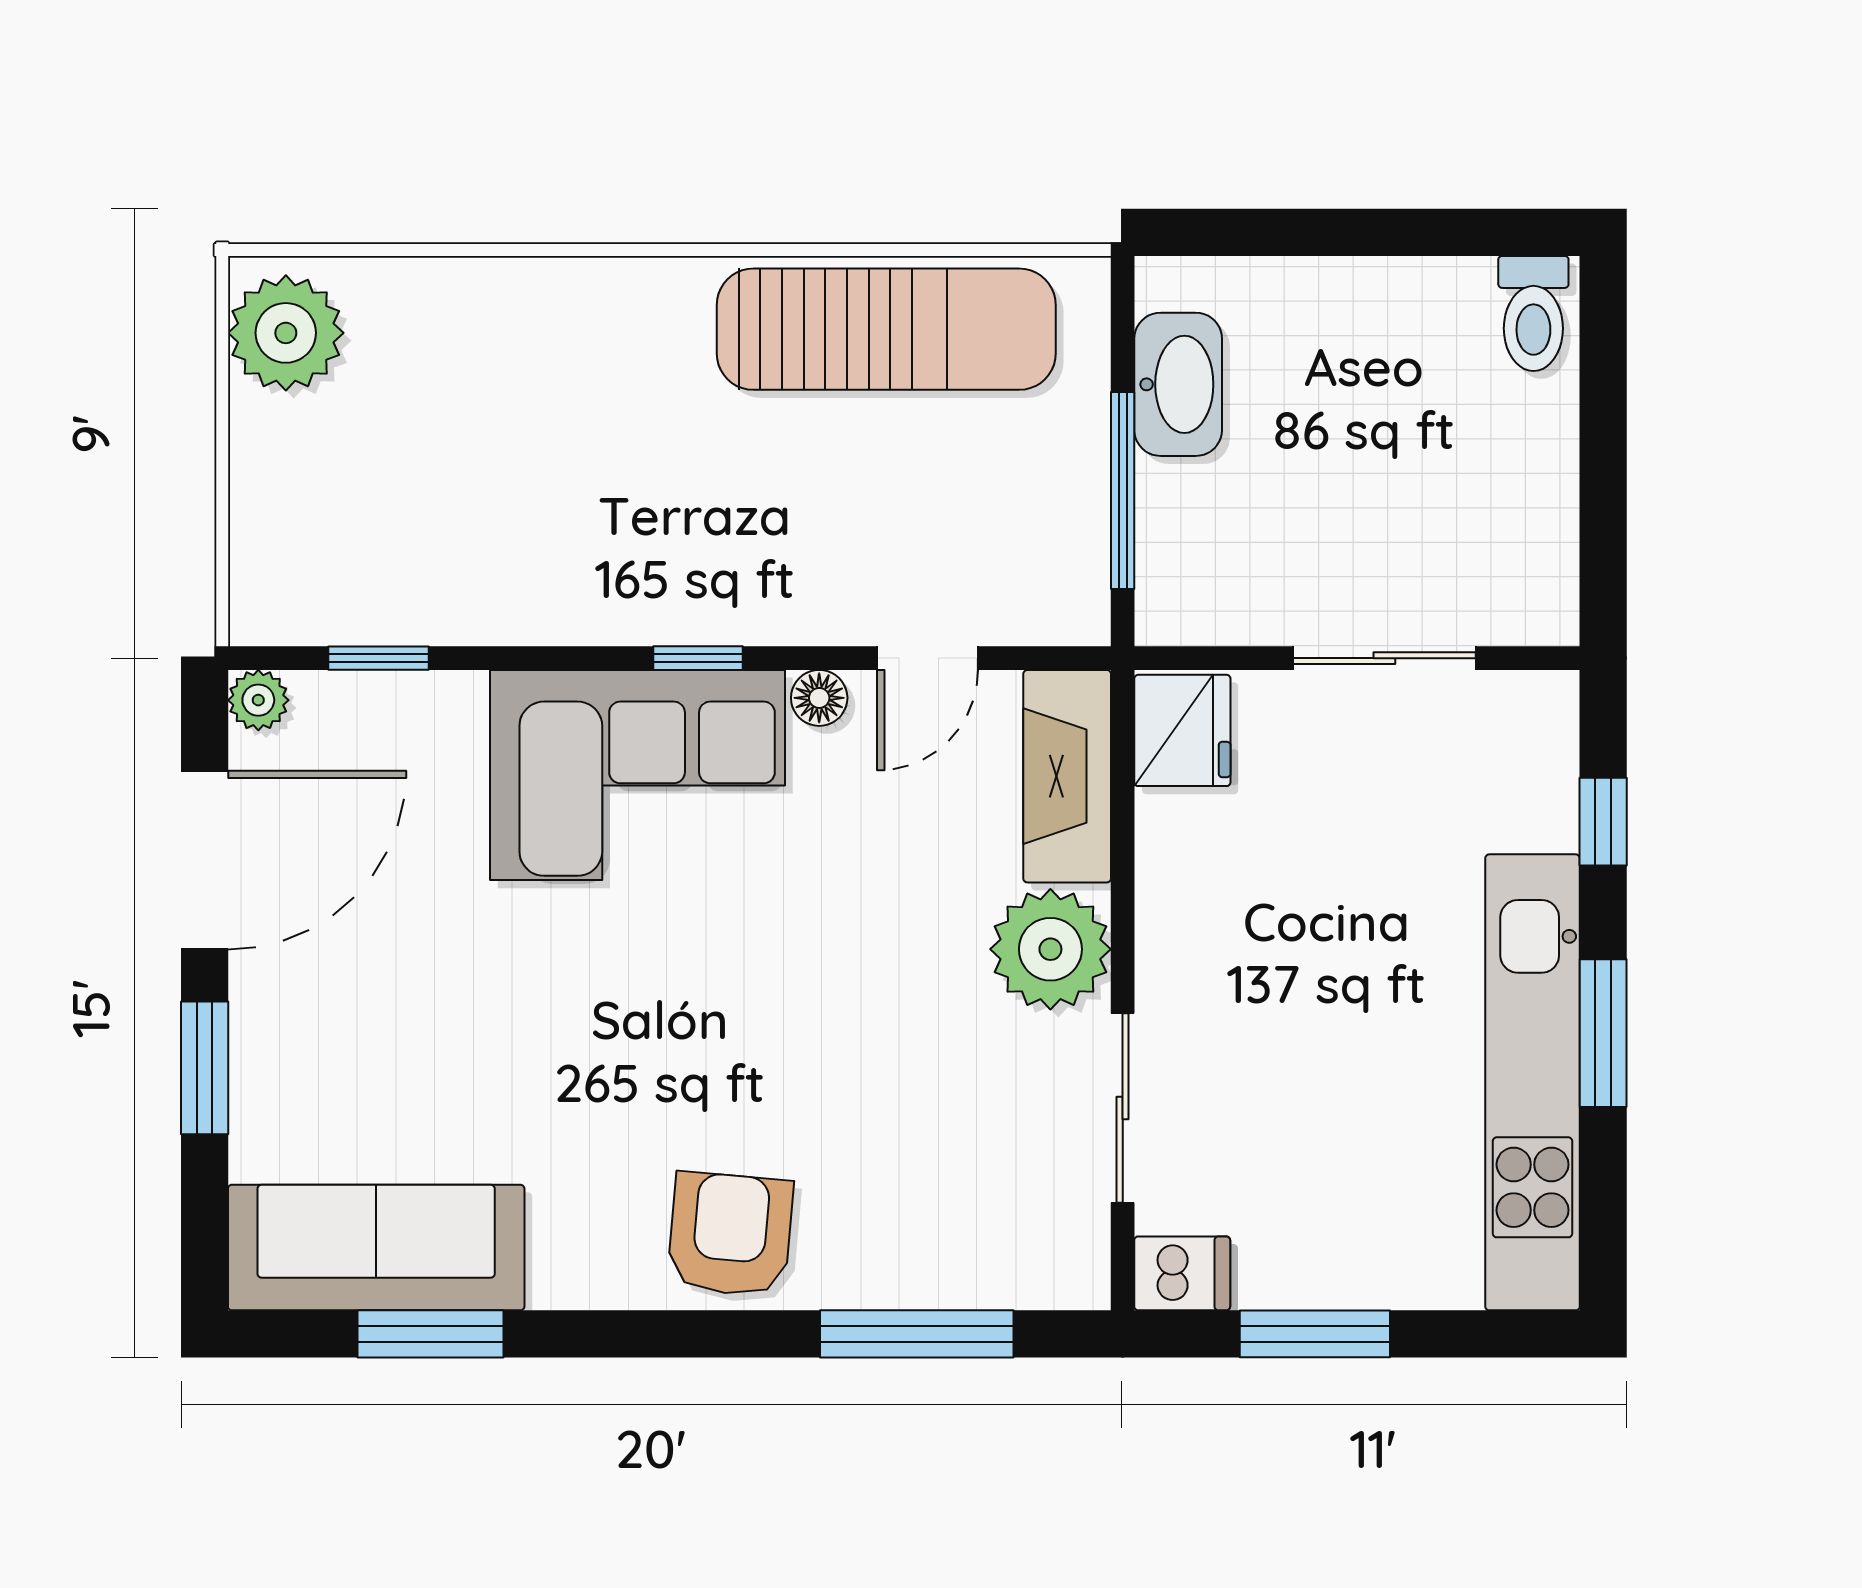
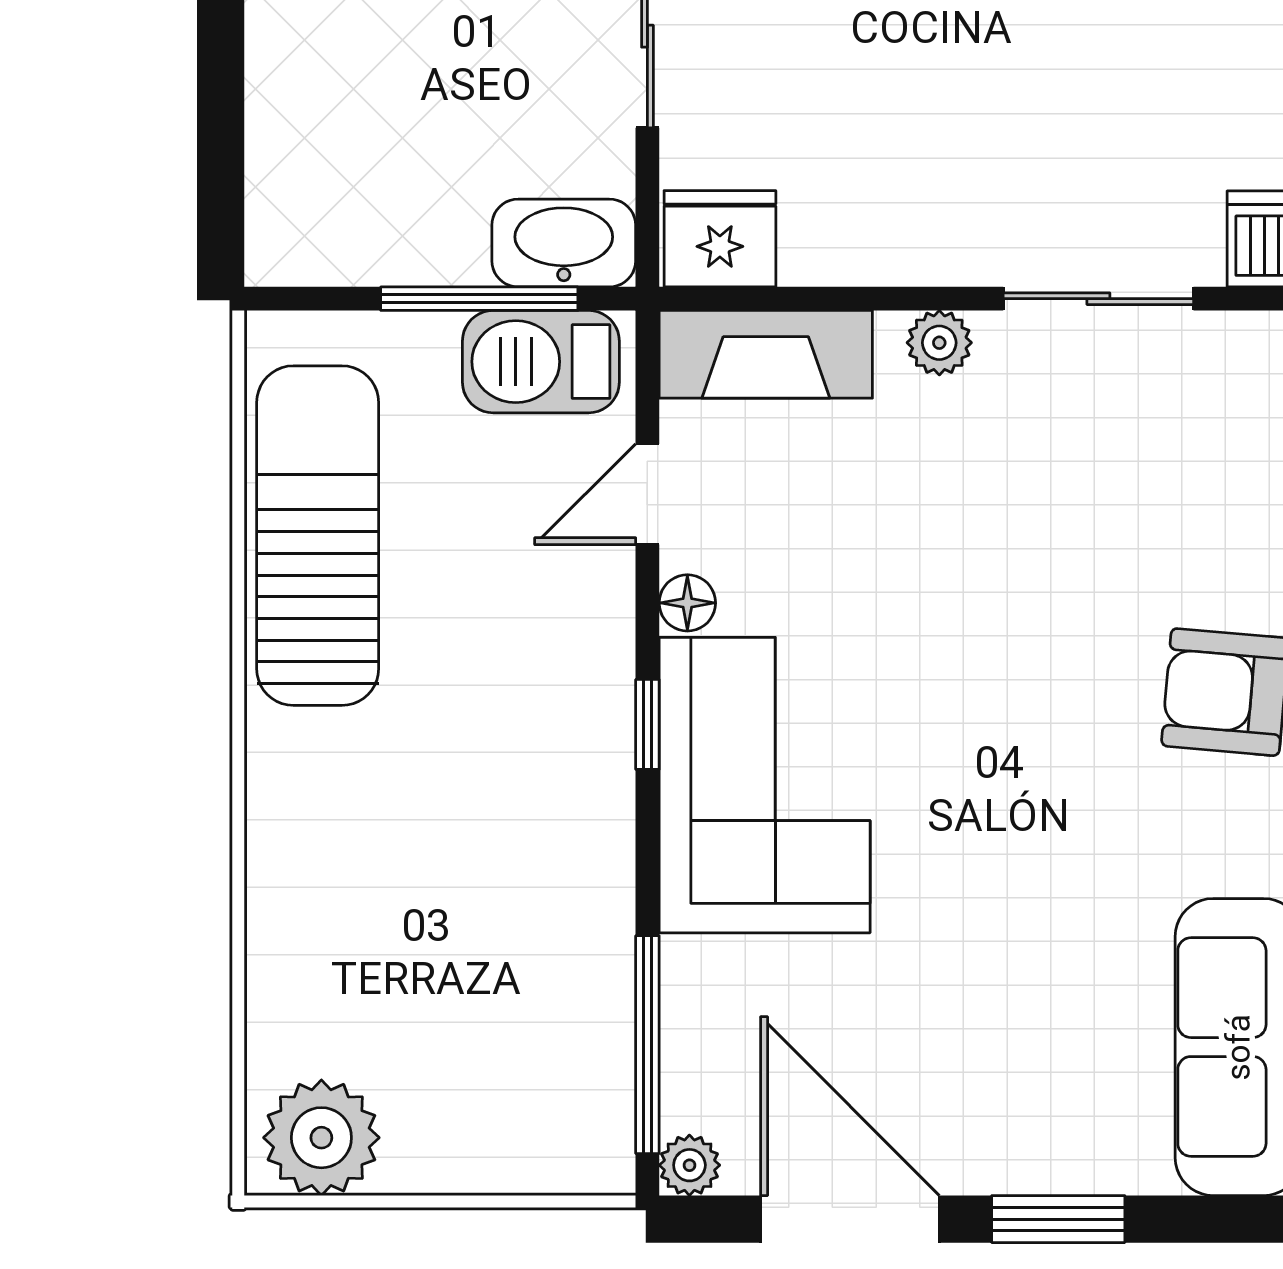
washbasin: (1178, 384) -> (564, 243), moved
barbecue: (1060, 552) -> (541, 362), added
window: (379, 658) -> (647, 1045), width x2.17
door: (928, 658) -> (647, 494), swing flipped
plant: (1050, 949) -> (939, 343), width x0.53, depth x0.53

